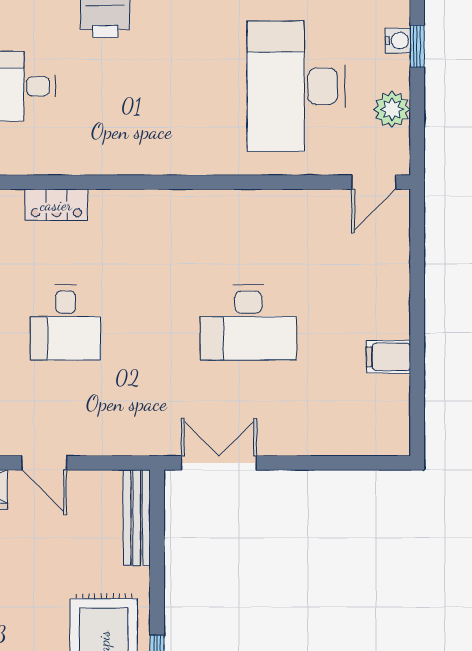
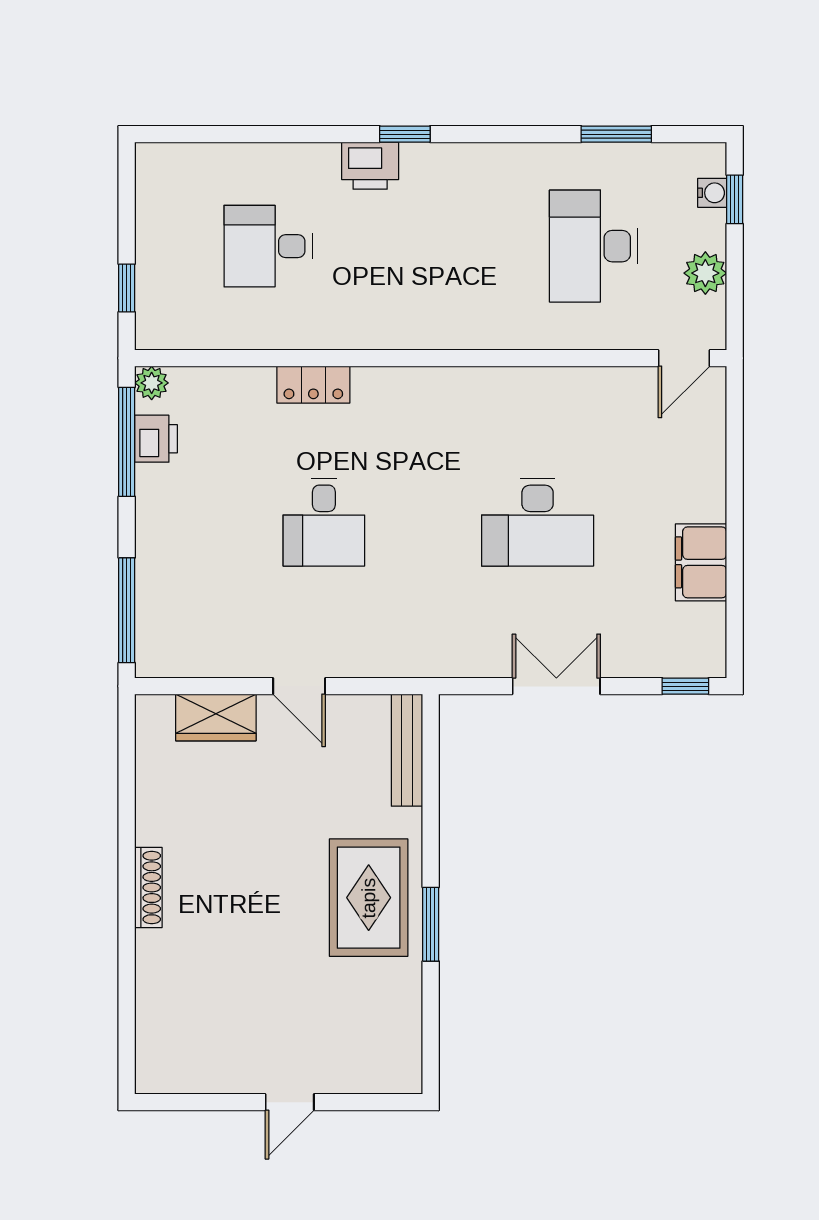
desk: (296, 86) -> (593, 246), width x0.73, depth x0.77
filing cabinet: (388, 357) -> (701, 562), width x2.00
double door: (219, 463) -> (556, 686), moved
window: (375, 463) -> (685, 686), added

